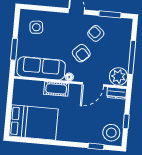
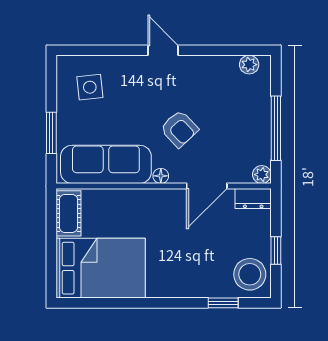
window: (110, 14) -> (227, 50), removed
plant: (121, 23) -> (249, 65), added
armchair: (96, 33) -> (204, 89), removed
plant: (118, 76) -> (262, 175), width x0.53, depth x0.53
cot: (56, 89) -> (68, 213), moved, turned 90

